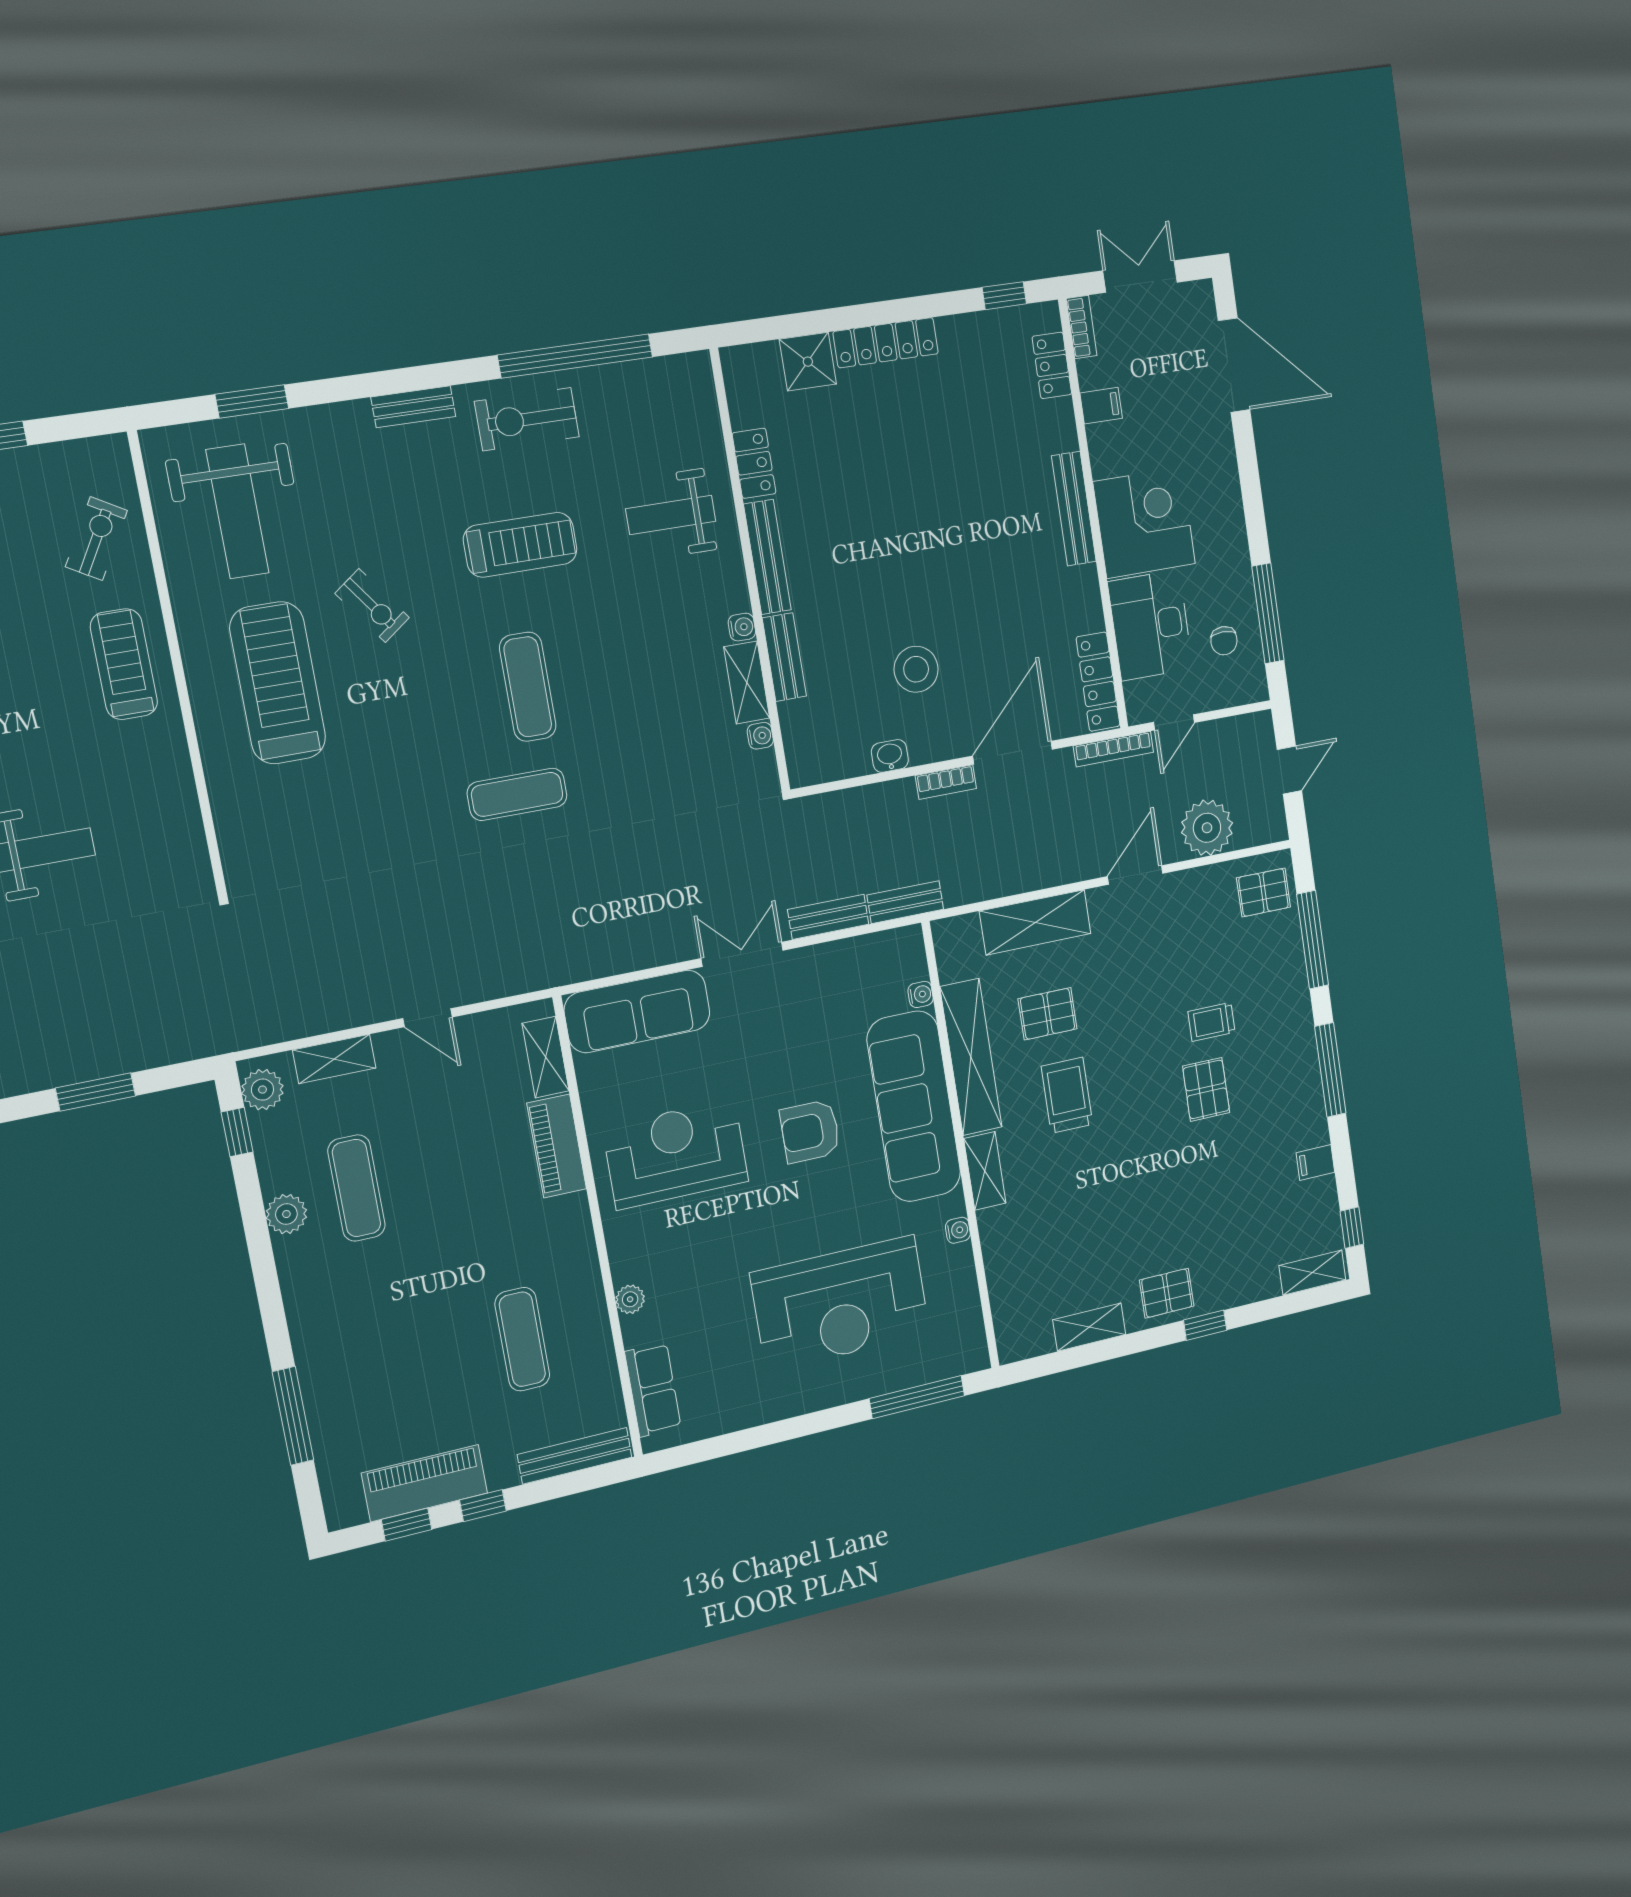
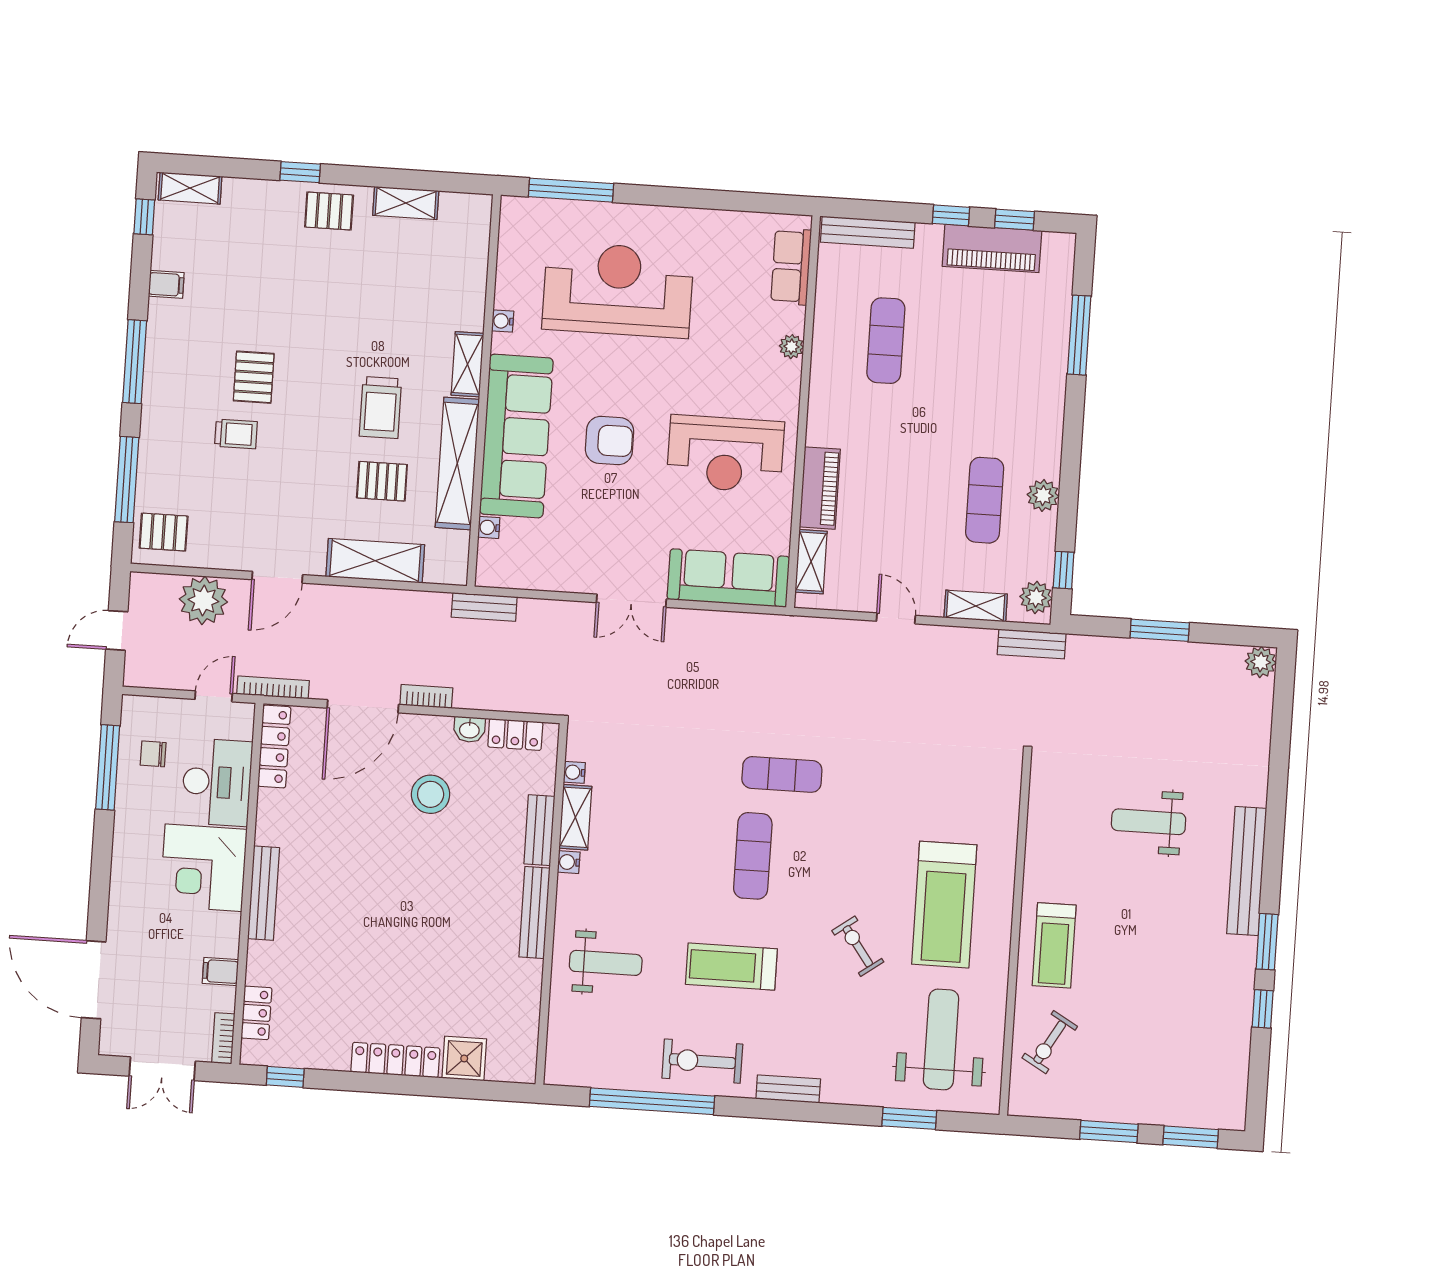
exercise bike: (527, 419) -> (702, 1061), turned 180
locker: (754, 463) -> (515, 734), moved, turned -90
chair: (1224, 641) -> (153, 754), turned -90
bench: (828, 917) -> (1032, 644), moved

